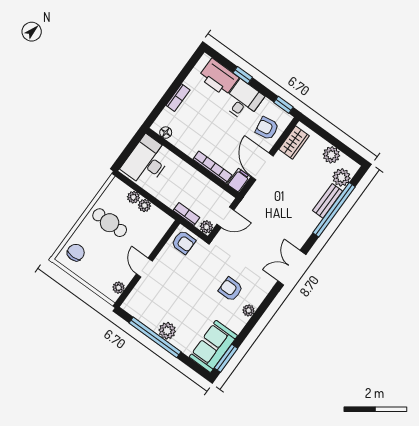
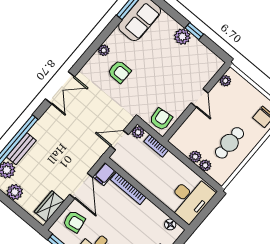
cafe table: (110, 223) -> (229, 143), turned 90
armchair: (183, 242) -> (161, 119), turned 84
window: (155, 337) -> (194, 31), width x0.32

